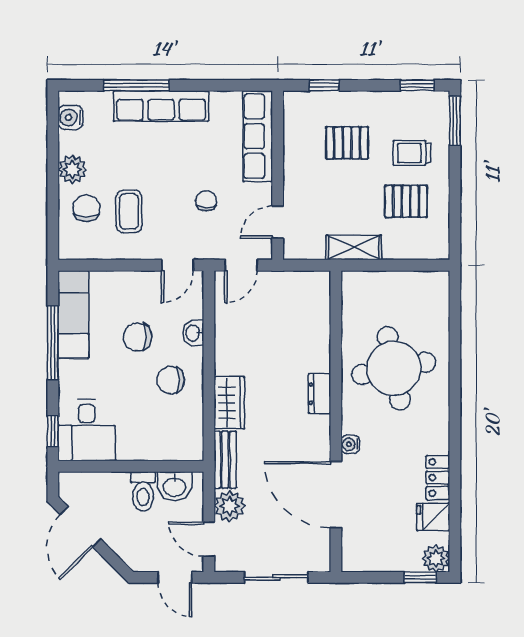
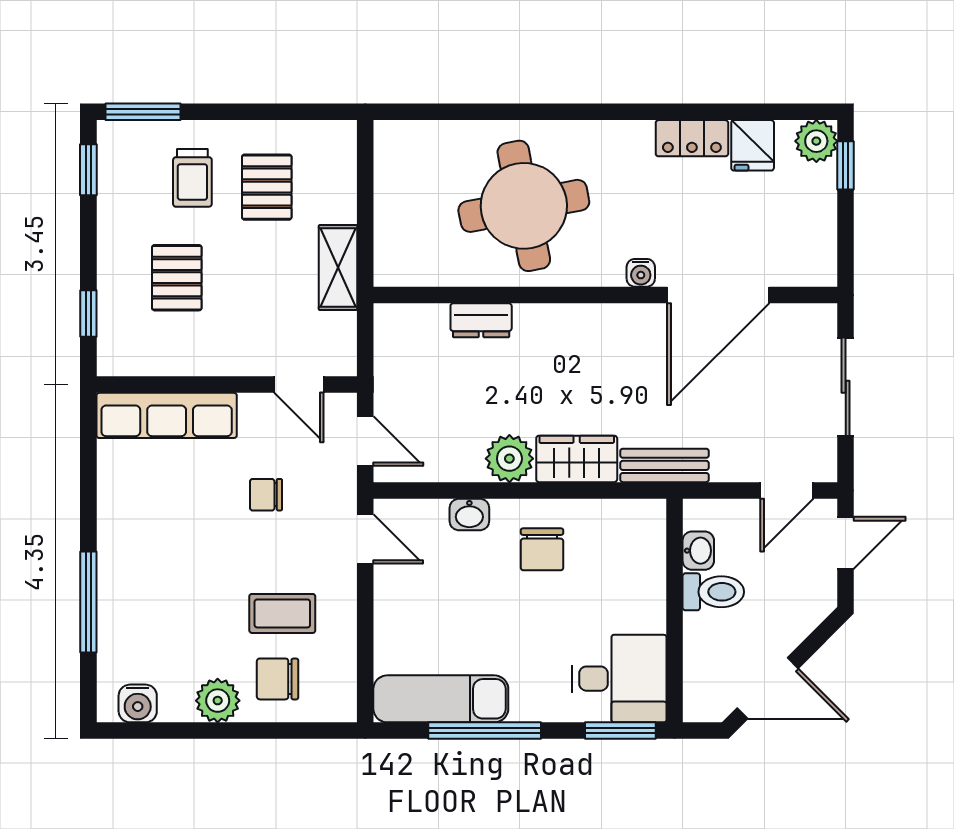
row of seats: (161, 106) -> (120, 564), removed
chair: (137, 337) -> (475, 601), removed
dresser: (319, 394) -> (481, 320), moved
window: (53, 431) -> (620, 731), width x1.50
washbasin: (175, 486) -> (698, 551), width x0.72, depth x0.69
plant: (230, 506) -> (509, 459), moved

